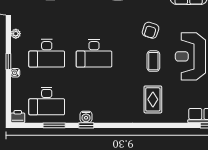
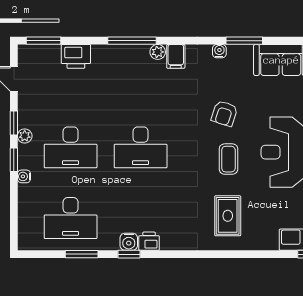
plant: (16, 34) -> (25, 136), moved
window: (8, 37) -> (14, 123), added
printer: (18, 117) -> (149, 241), moved

